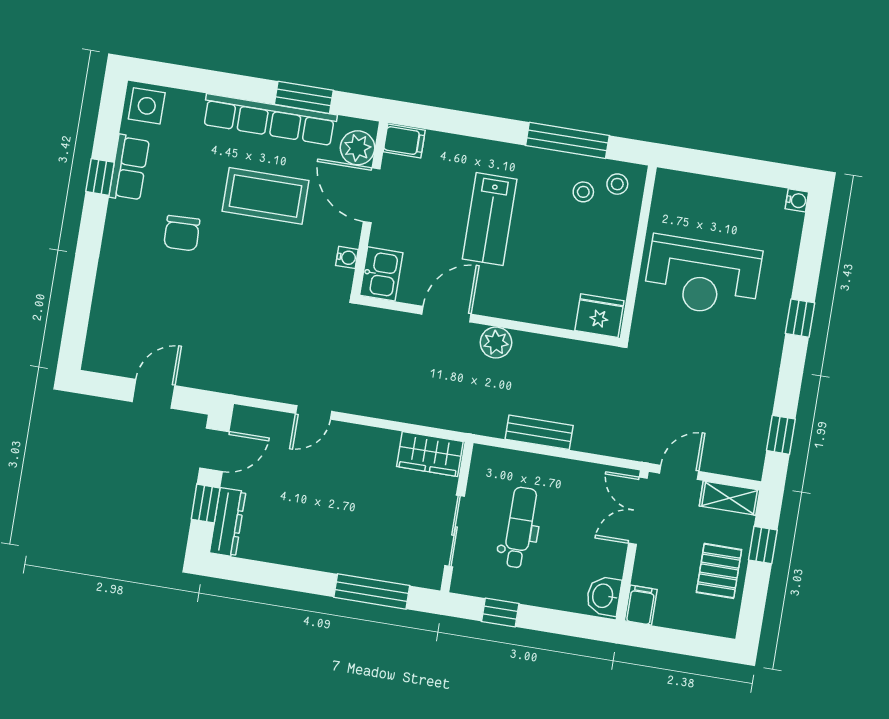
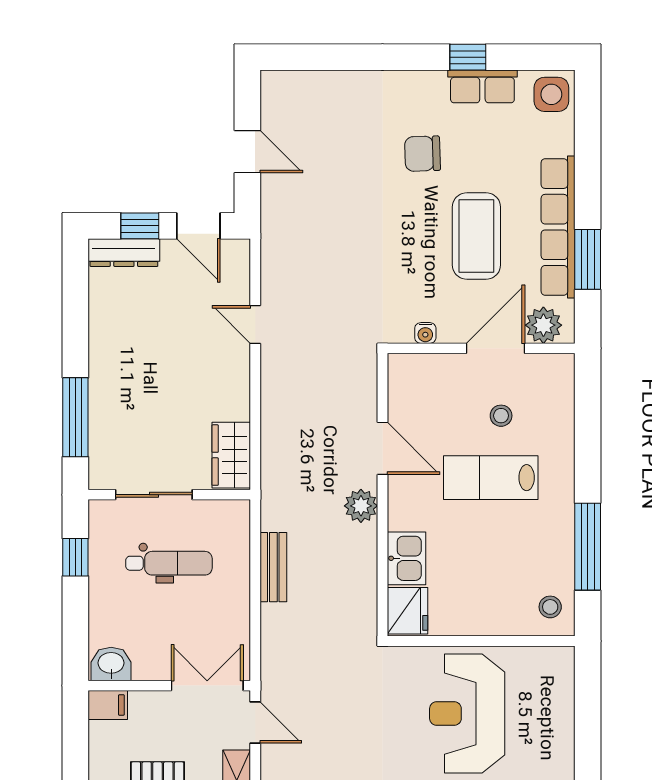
filing cabinet: (404, 141) -> (559, 373), removed
stool: (583, 192) -> (501, 416), moved
kitchen sink: (381, 274) -> (406, 558), moved, turned -90

